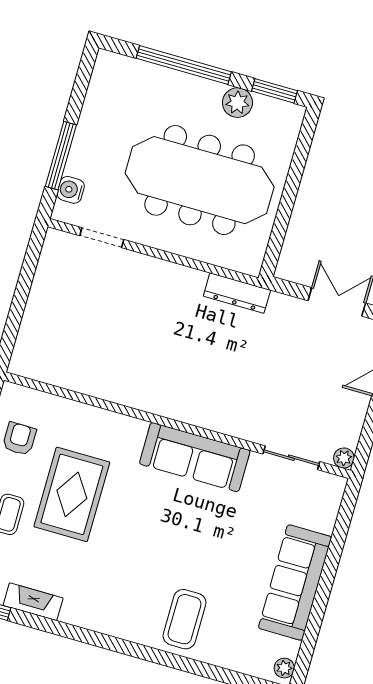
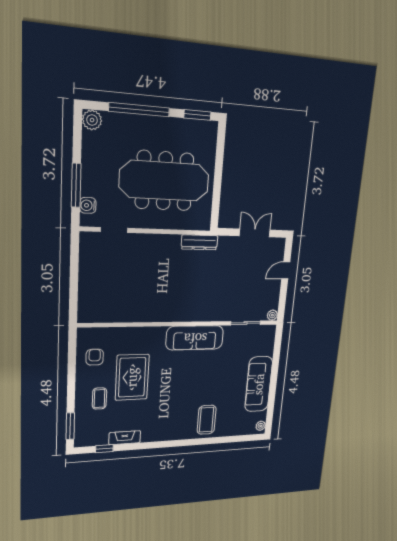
plant: (237, 103) -> (92, 120), moved

